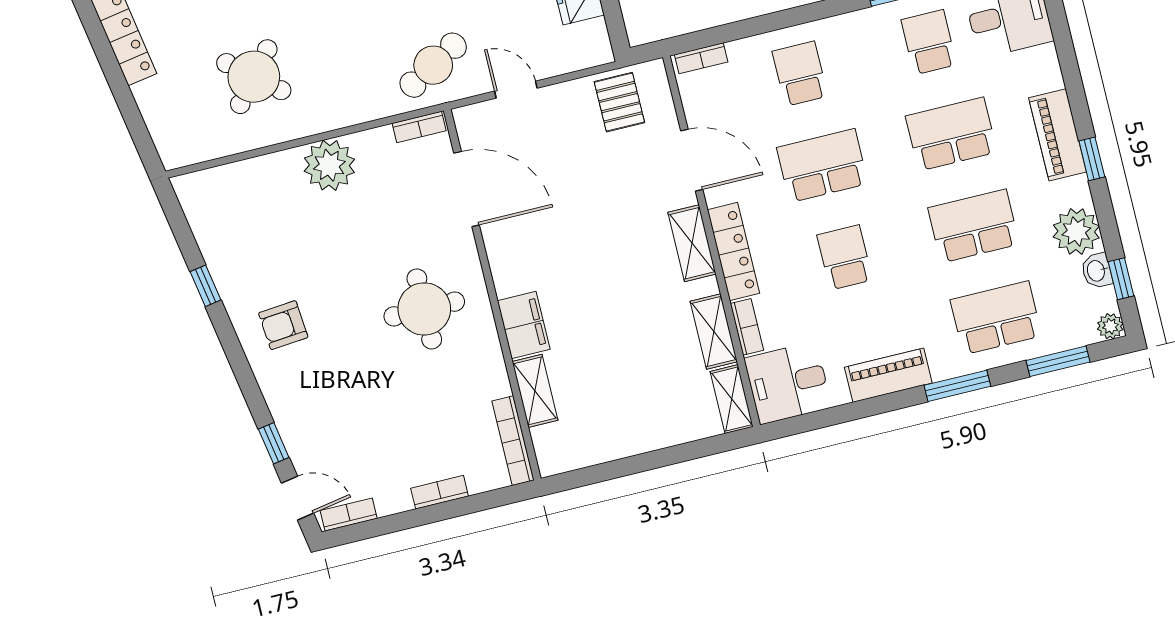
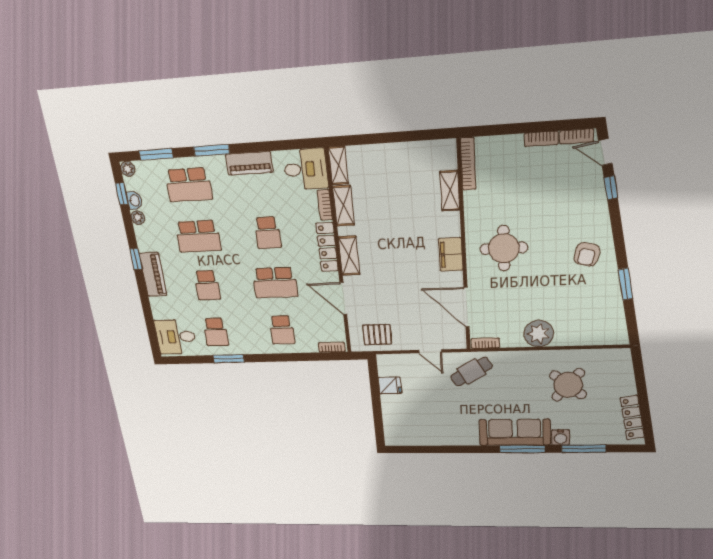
pallet: (619, 102) -> (377, 335), turned 90
school desk: (951, 134) -> (207, 285), width x0.54
plant: (1076, 231) -> (138, 218), width x0.53, depth x0.53
window: (206, 286) -> (626, 284), width x1.50
armchair: (283, 325) -> (587, 254), turned 109
filing cabinet: (524, 325) -> (451, 254), moved
bookcase: (440, 492) -> (541, 139), moved

